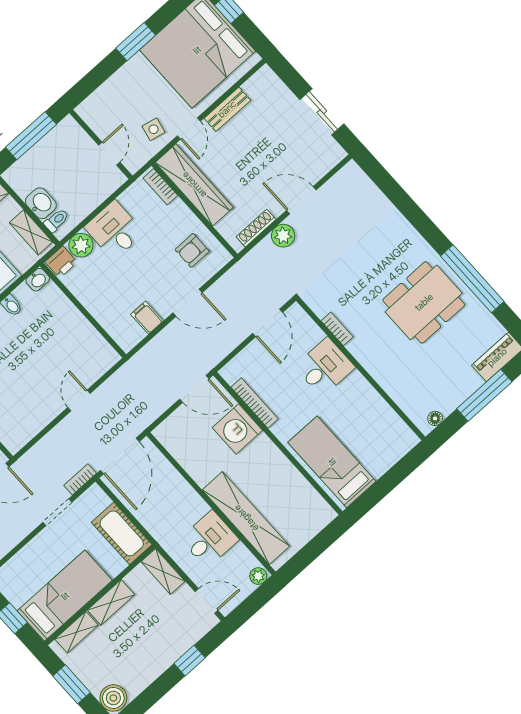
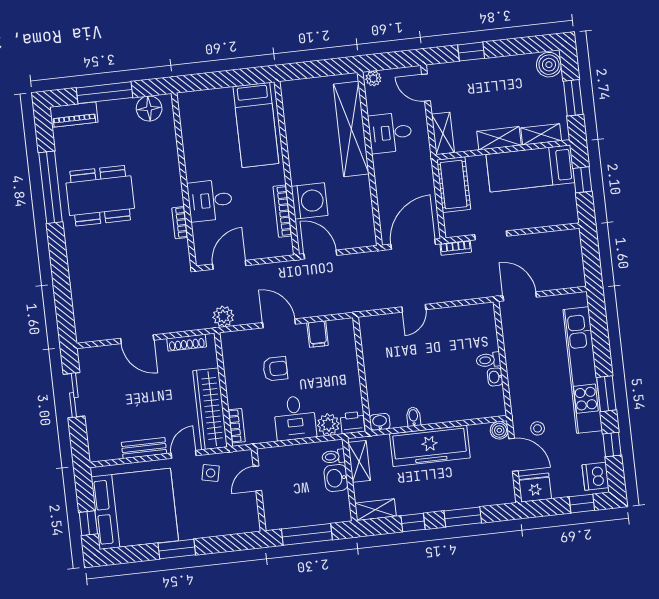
plant: (283, 236) -> (223, 316), moved
armchair: (192, 250) -> (275, 369), moved
floor lamp: (435, 418) -> (149, 108), width x1.89, depth x1.89

